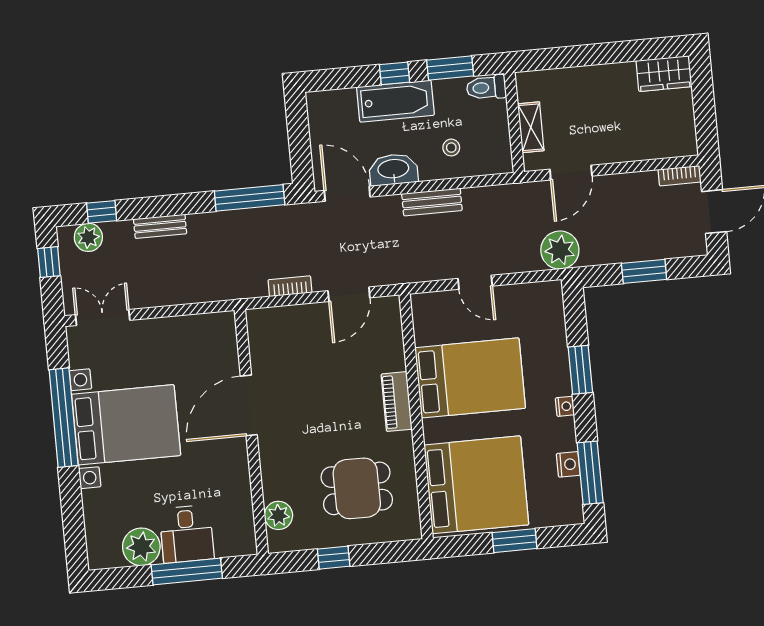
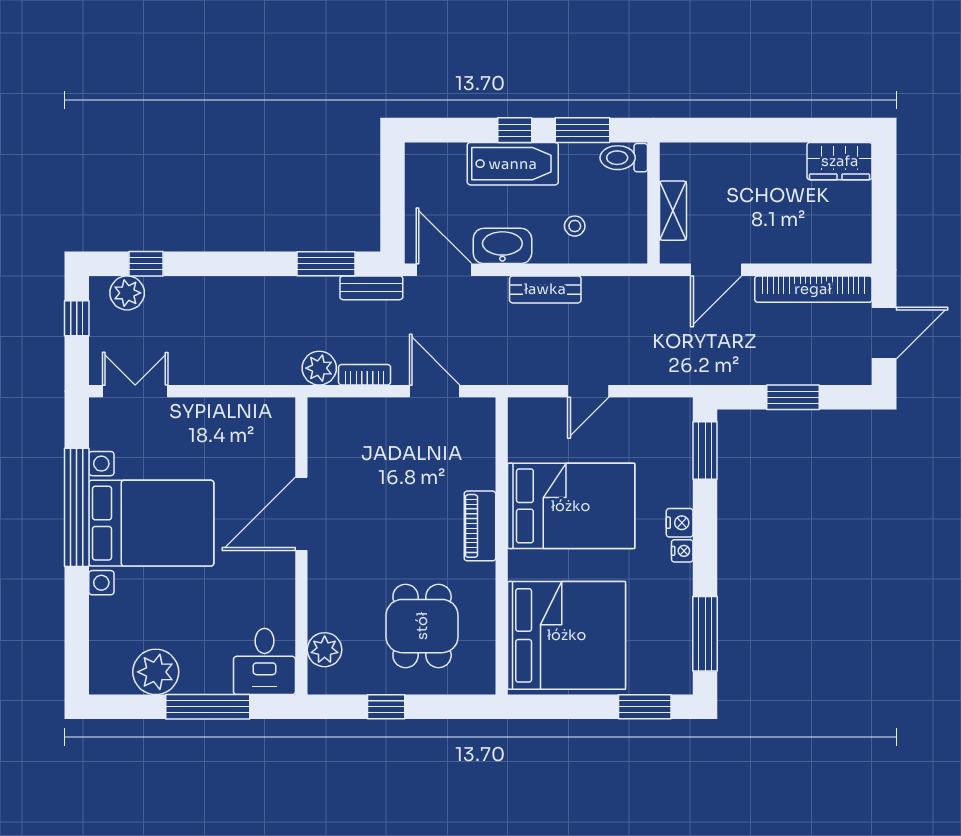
bookcase: (680, 176) -> (813, 289), width x2.31, depth x1.31
window: (250, 198) -> (326, 264), width x0.69
bench: (160, 226) -> (371, 288), moved
plant: (560, 250) -> (319, 368), moved, width x0.73, depth x0.73
door: (475, 282) -> (588, 391), hinge flipped
door: (349, 294) -> (435, 391), swing flipped
window: (580, 370) -> (705, 451), moved
nightstand: (568, 464) -> (680, 523), moved
dining table: (357, 488) -> (422, 626), turned 90
desk: (187, 534) -> (264, 661), moved
window: (514, 541) -> (645, 707), moved

